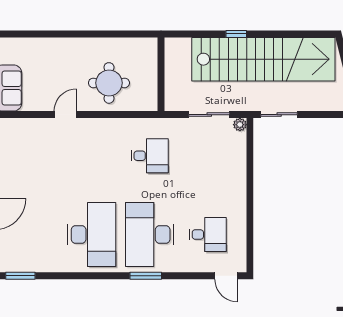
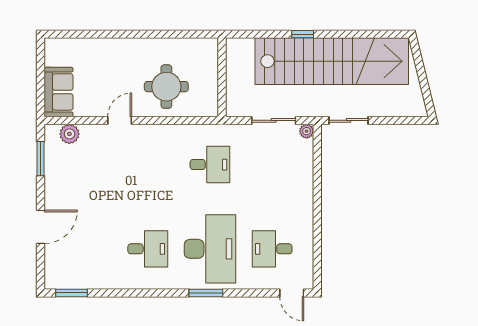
plant: (18, 127) -> (69, 134), added
desk: (92, 234) -> (148, 249), width x0.53, depth x0.77
desk: (150, 234) -> (210, 249), turned 180
desk: (208, 234) -> (272, 249), turned 180

